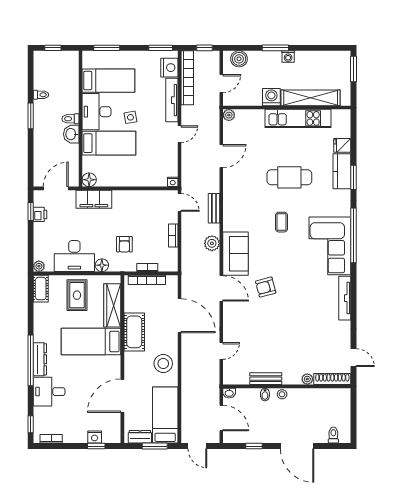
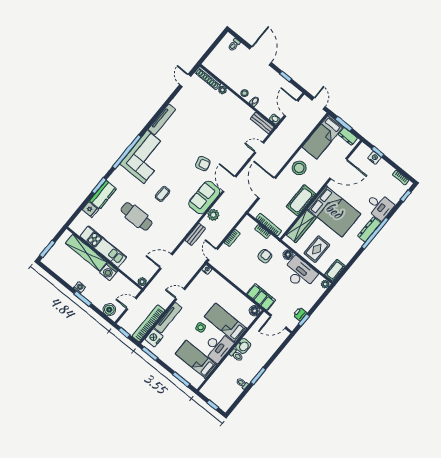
bed: (91, 342) -> (334, 211), width x1.50
bench: (266, 379) -> (262, 123), moved

